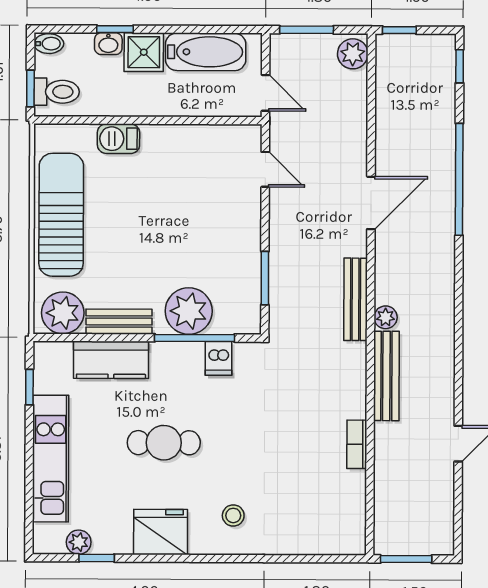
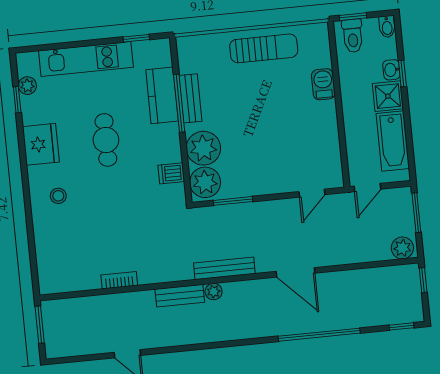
sun lounger: (61, 215) -> (264, 48), width x0.73, depth x0.75
plant: (63, 313) -> (205, 182), moved
window: (195, 338) -> (179, 103), moved
bench: (386, 376) -> (180, 296), width x0.73

